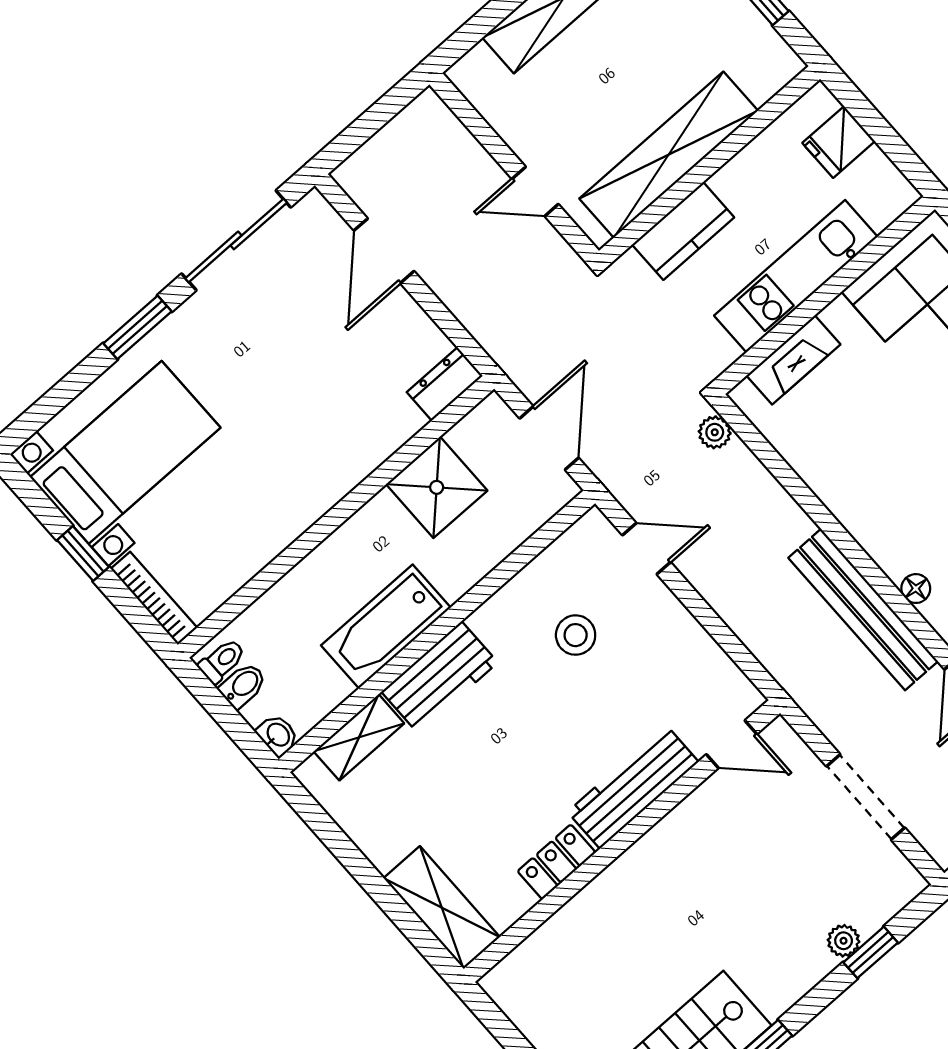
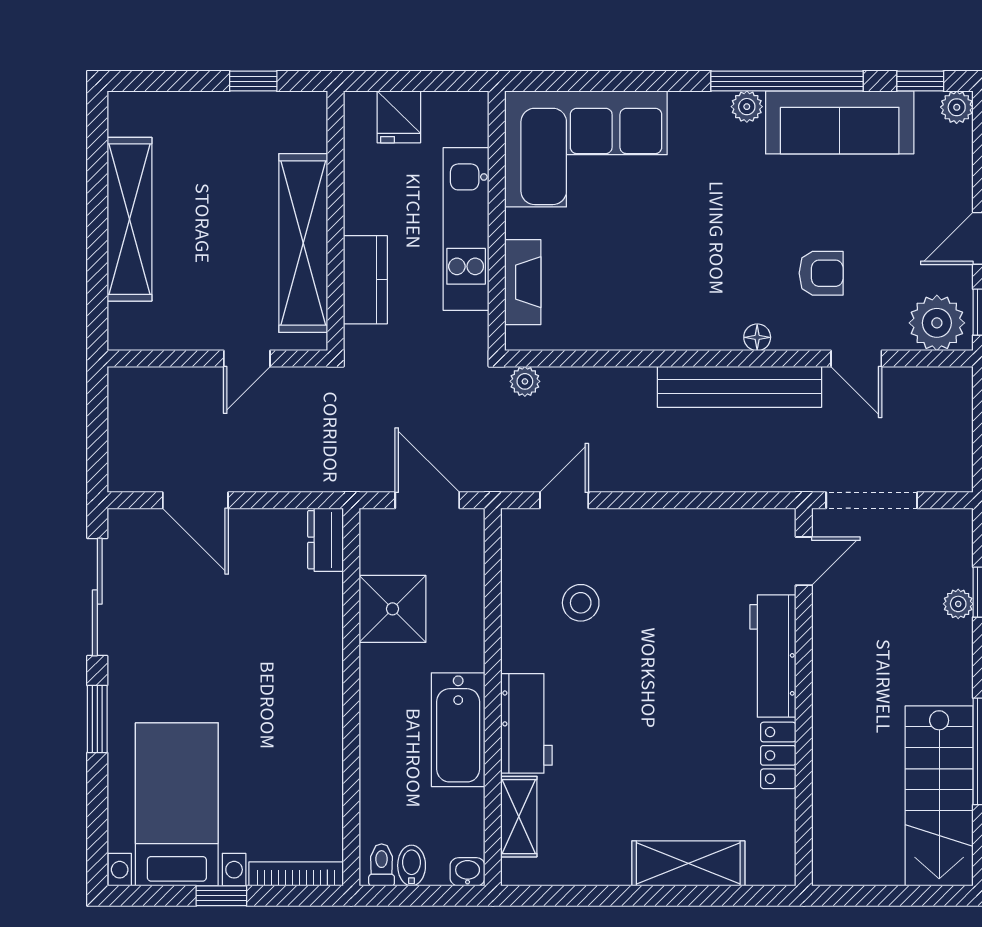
door: (732, 744) -> (804, 561), moved
workbench: (633, 787) -> (773, 656), moved
wall: (622, 841) -> (804, 697), moved
locker: (557, 862) -> (778, 755), moved

